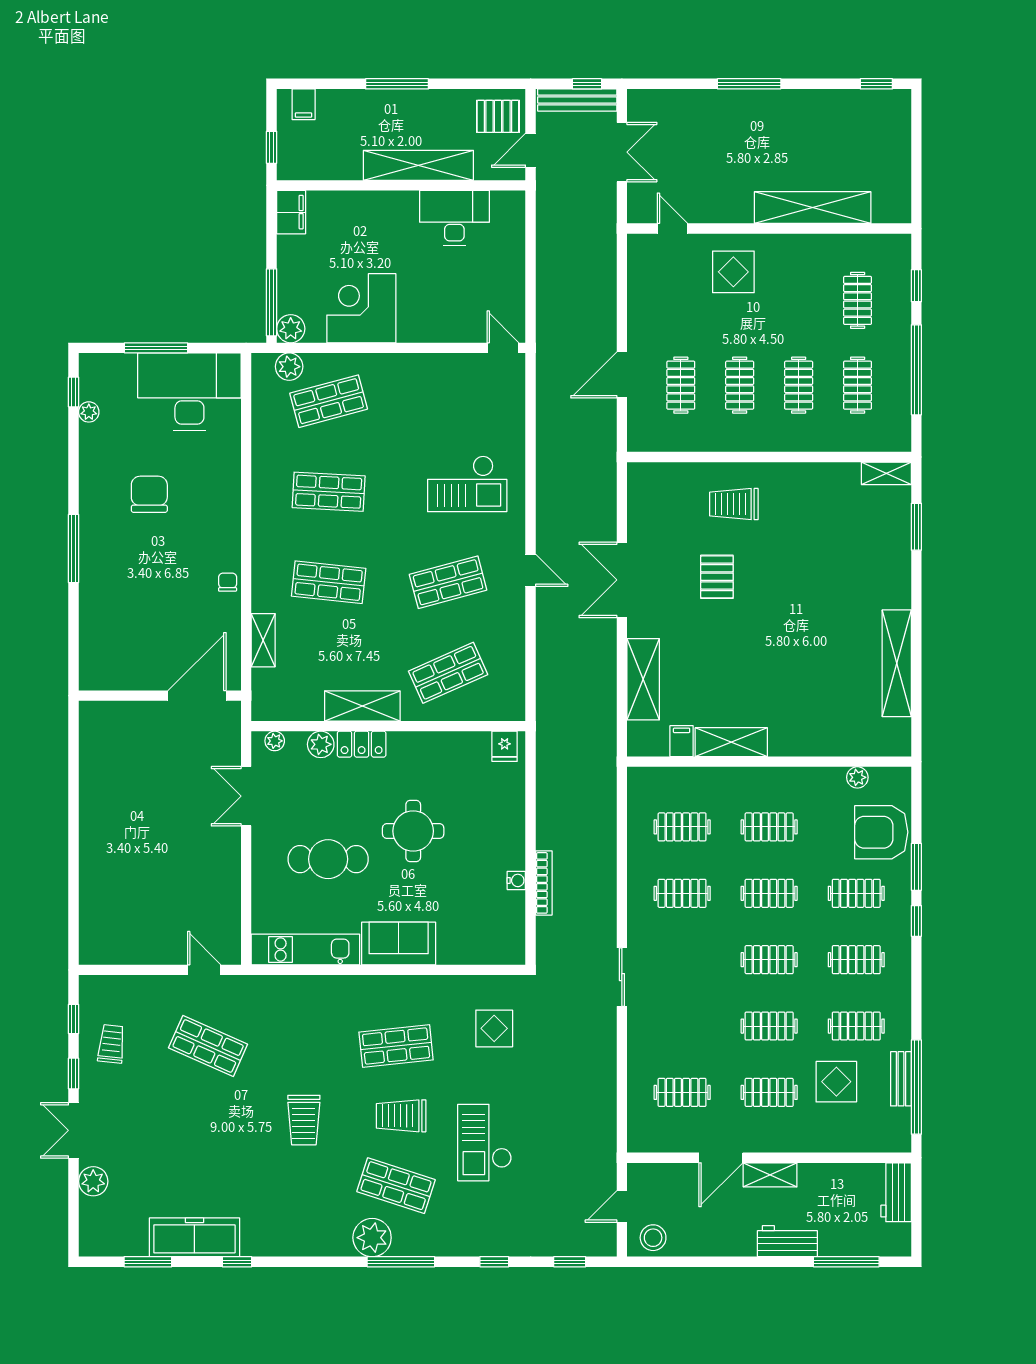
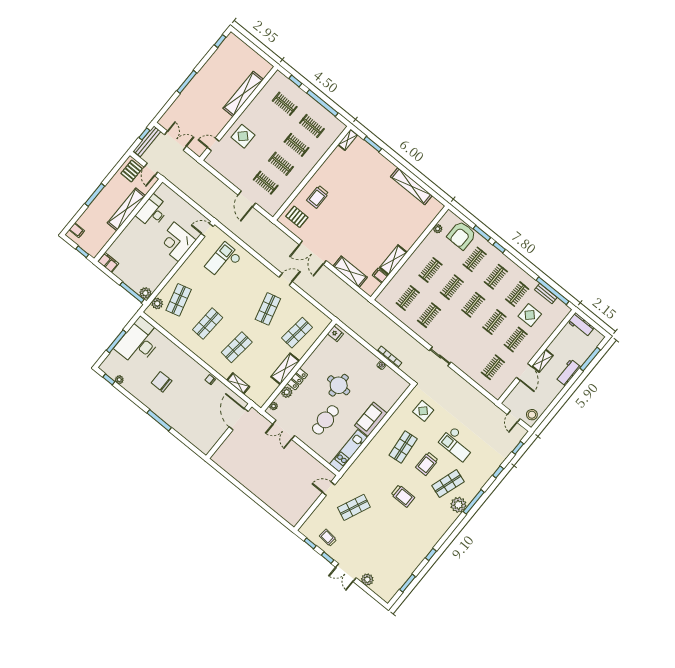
corner desk: (361, 308) -> (176, 242), moved
checkout: (467, 484) -> (223, 261), moved, turned 180
pallet: (717, 577) -> (297, 217), moved
shop shelf: (448, 673) -> (297, 333), turned 30
freezer: (194, 1237) -> (412, 562), removed

